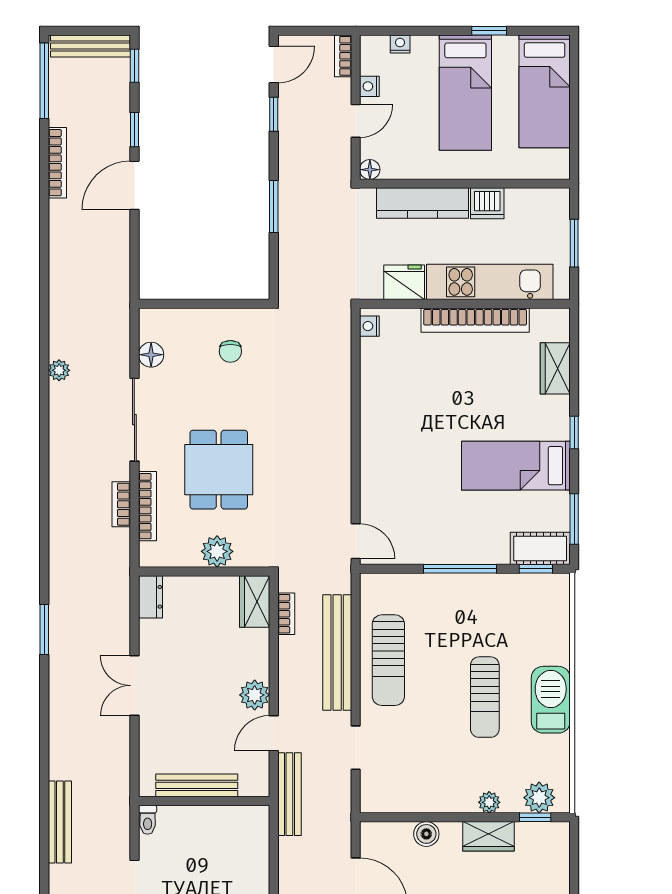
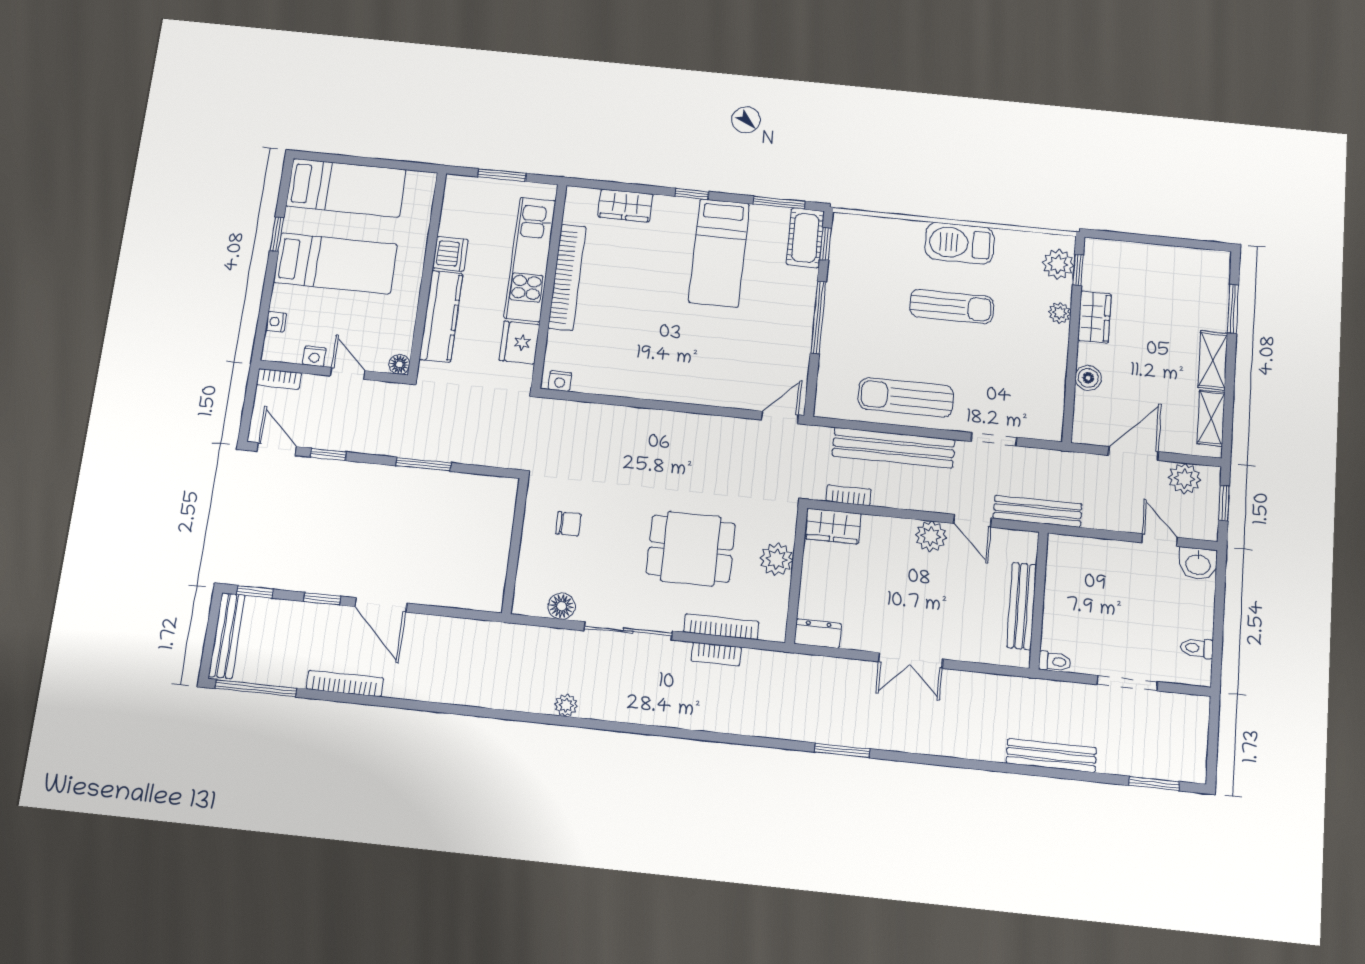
sun lounger: (388, 660) -> (906, 397), turned 180

